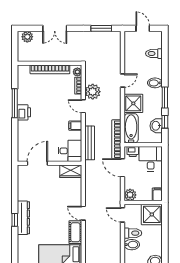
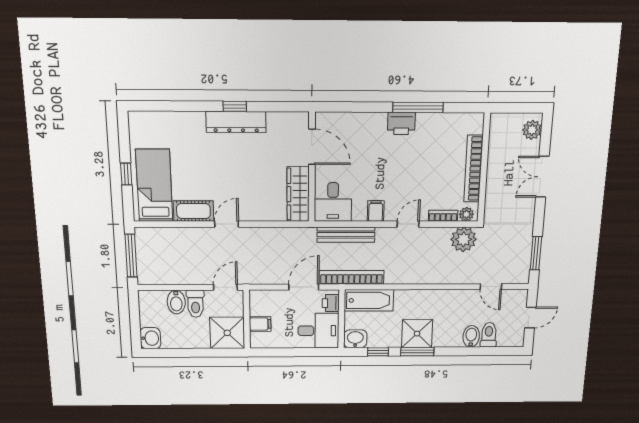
door: (122, 81) -> (491, 287), moved
bidet: (155, 83) -> (471, 336), moved
plant: (93, 92) -> (464, 239), moved
shower: (133, 103) -> (417, 334), moved
washbasin: (156, 126) -> (355, 339), moved
wardrobe: (71, 171) -> (298, 194), width x1.50
filing cabinet: (157, 194) -> (260, 324), moved
plant: (130, 195) -> (259, 299), removed
dresser: (23, 218) -> (236, 122), moved
window: (15, 220) -> (235, 106), moved

